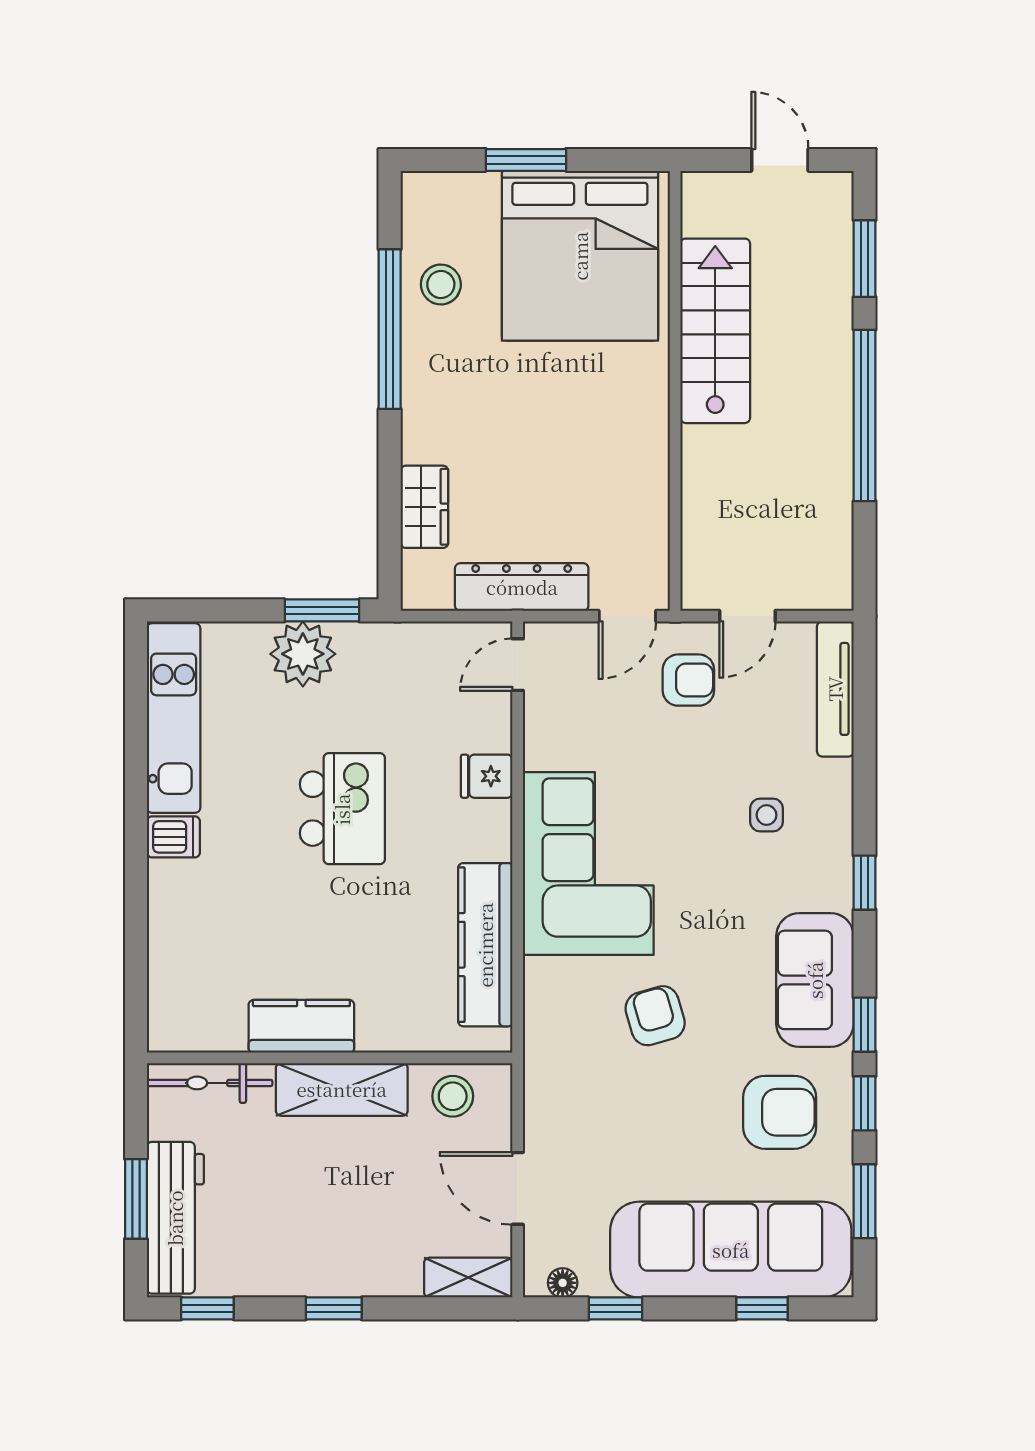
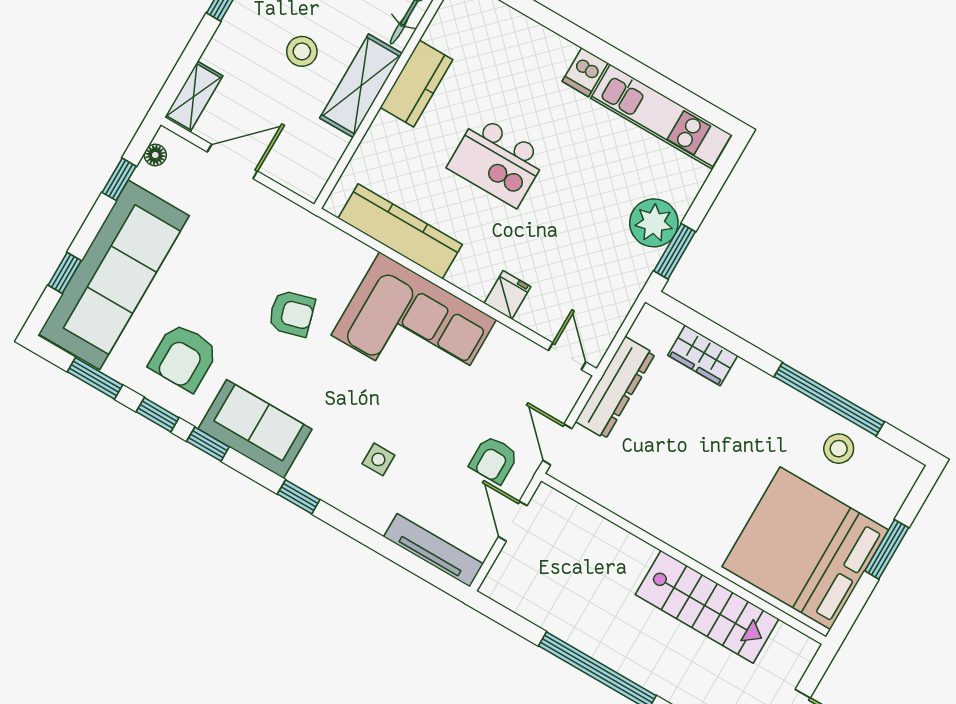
kitchen island: (342, 809) -> (497, 161), moved
stool: (453, 1096) -> (302, 51), moved

